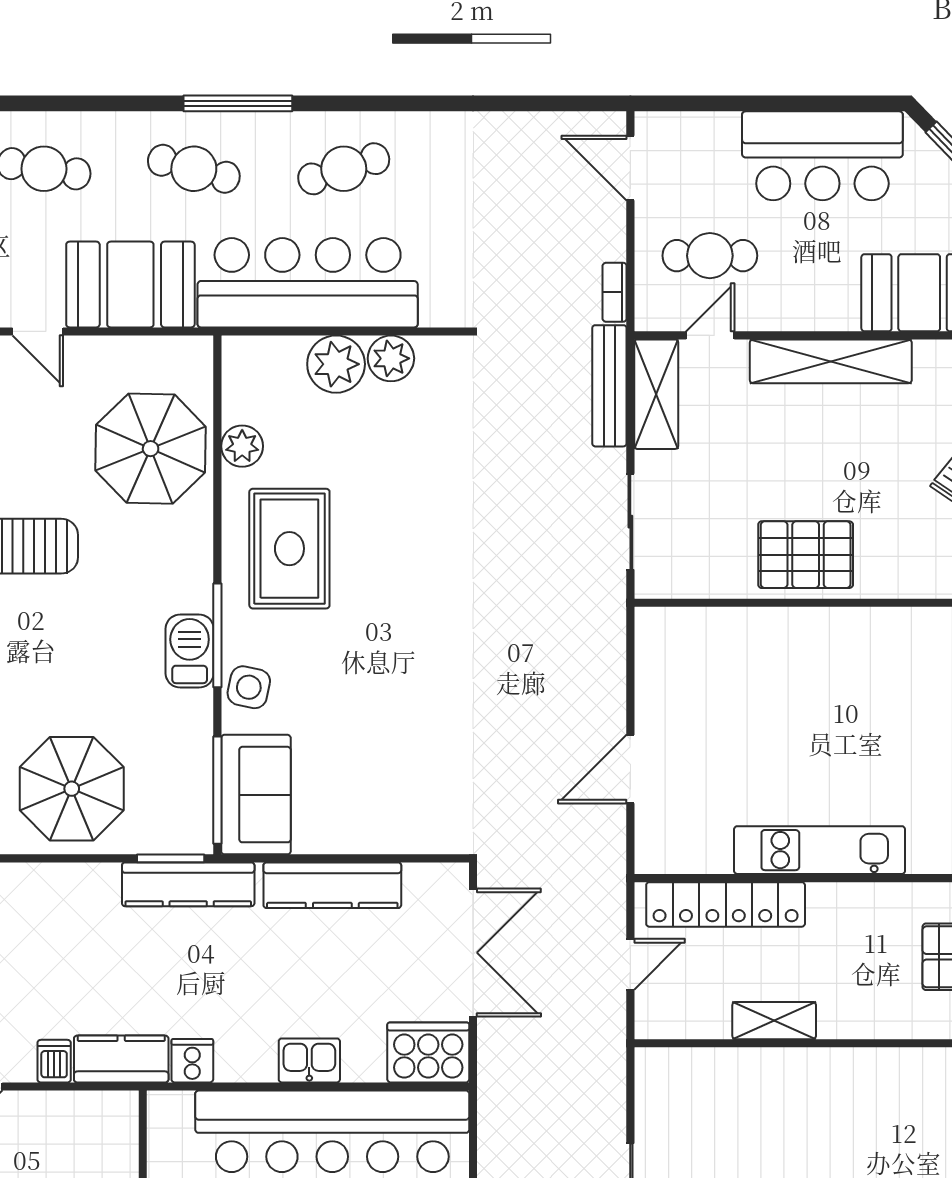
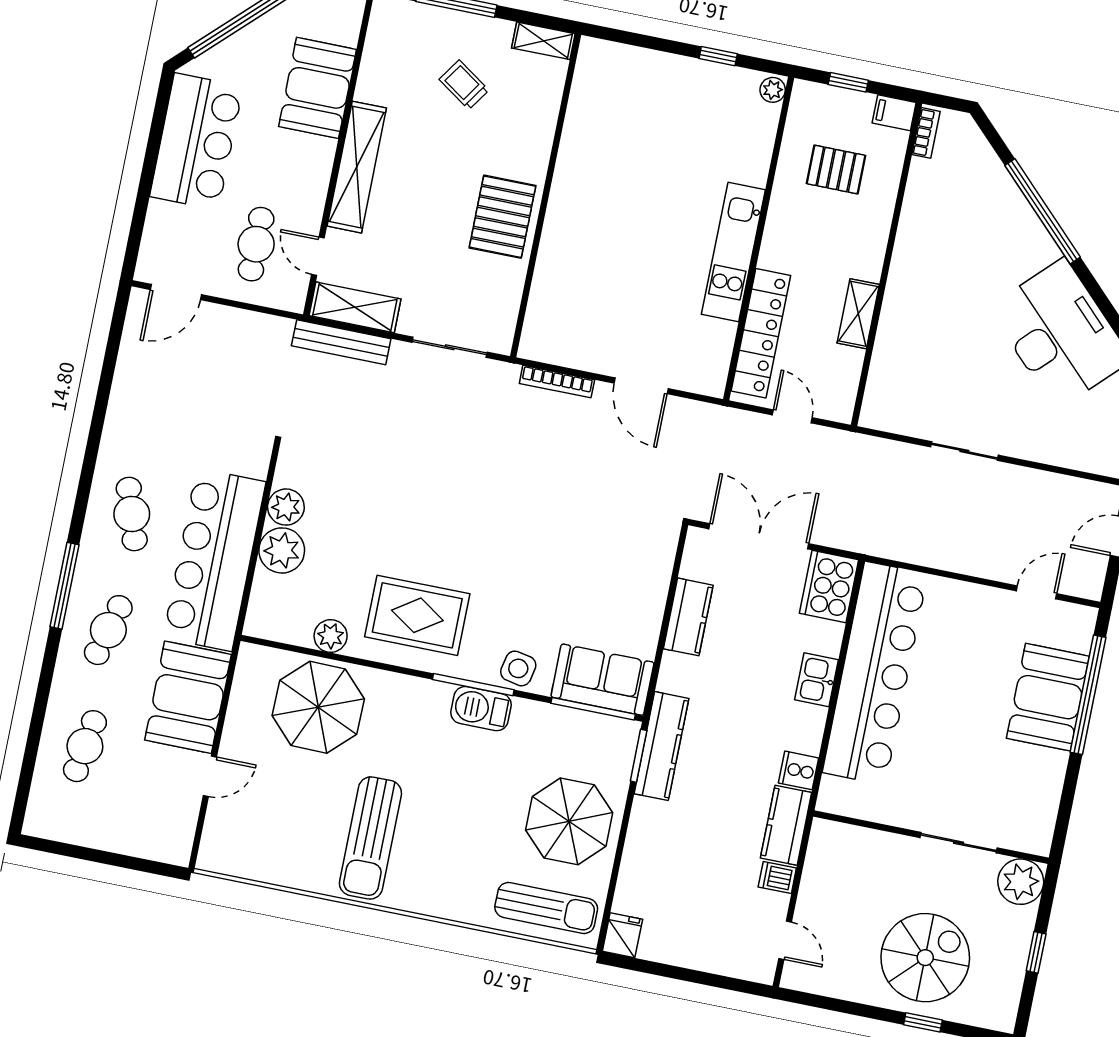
bookcase: (615, 292) -> (557, 382), moved, width x1.56
kitchen counter: (332, 885) -> (688, 617), width x0.67

